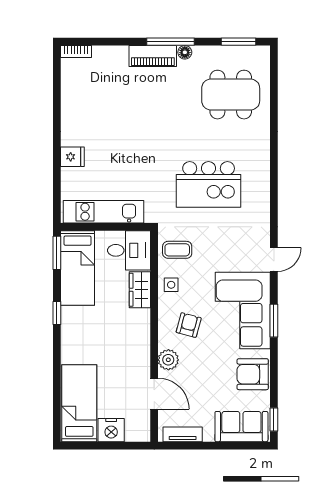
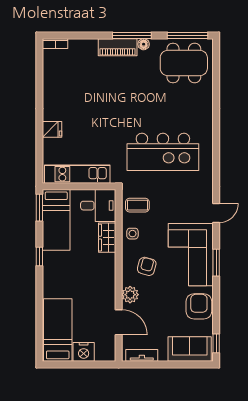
window: (239, 42) -> (187, 36), width x1.44
dining table: (231, 95) -> (184, 63), moved
kitchen island: (209, 184) -> (163, 152), width x1.37
armchair: (253, 374) -> (199, 306), turned 90

